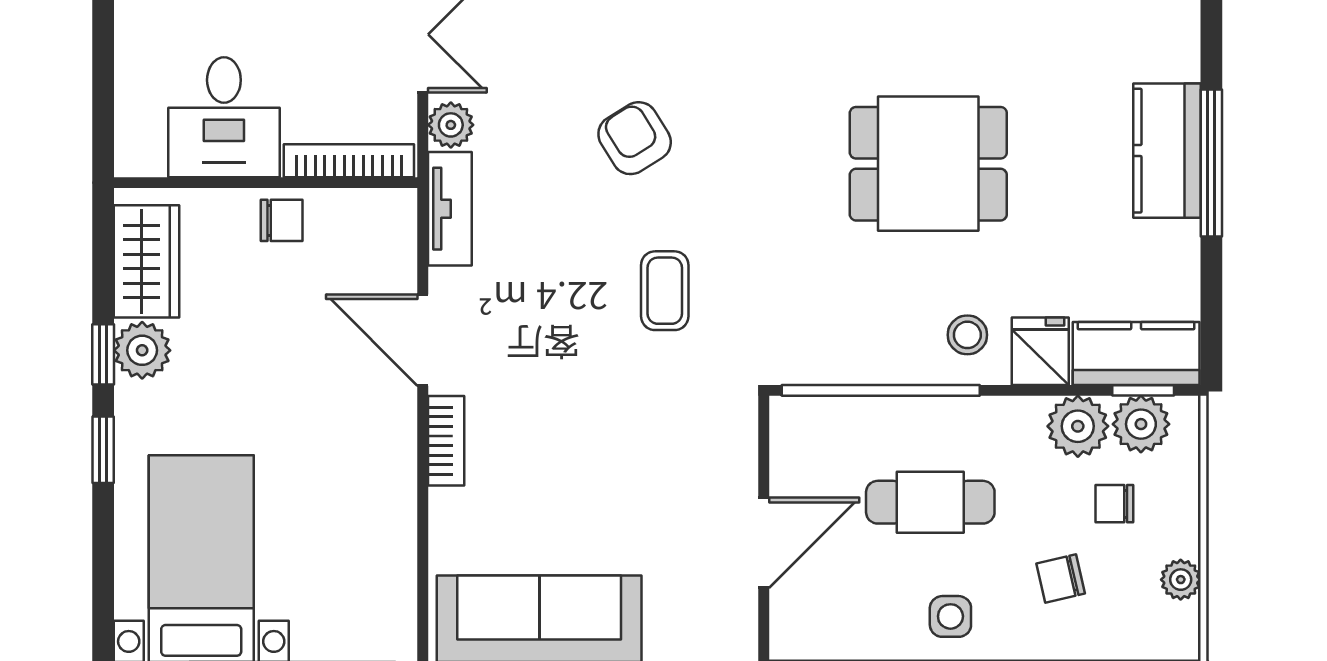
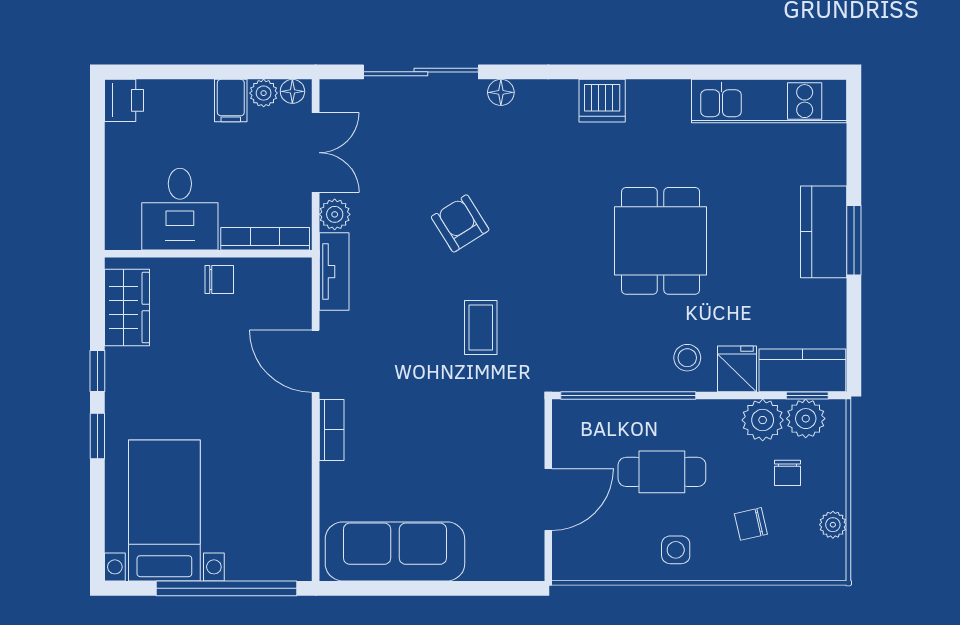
window: (1211, 163) -> (854, 240), width x0.69
dining table: (928, 164) -> (661, 241), turned 90
plant: (142, 350) -> (124, 368), removed
chair: (1114, 504) -> (788, 473), turned -90

